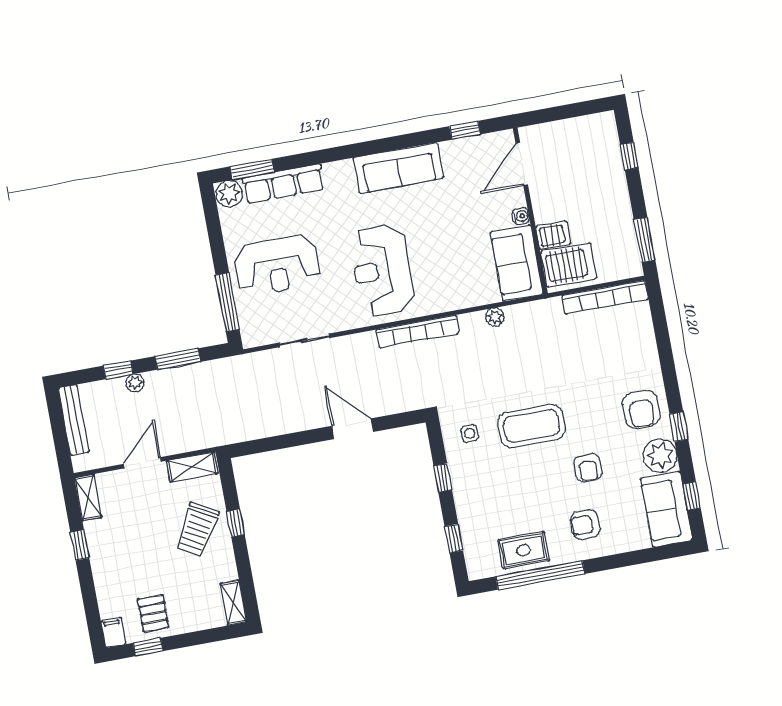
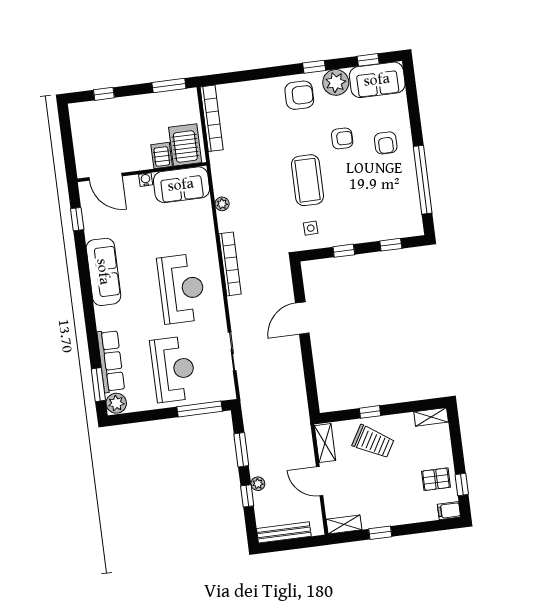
reception desk: (382, 270) -> (182, 289), turned -90
rug: (523, 550) -> (403, 192), removed

